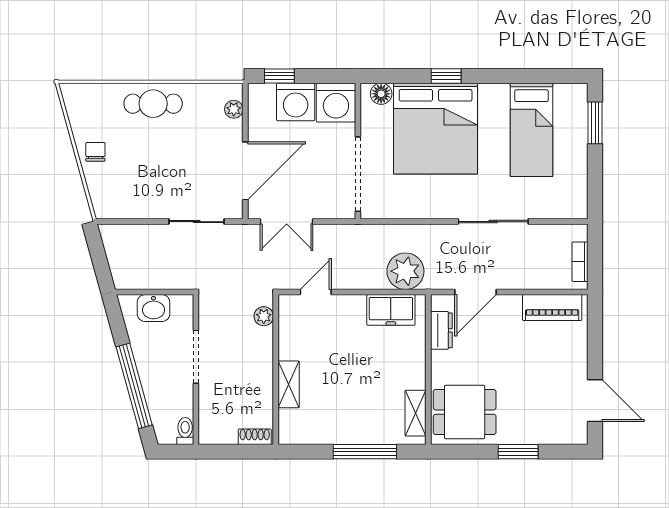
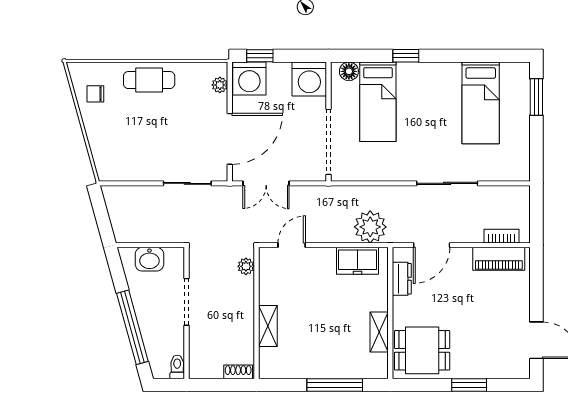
washing machine: (296, 102) -> (249, 79), moved
bed: (436, 129) -> (378, 102), width x0.49
chair: (95, 152) -> (95, 94), moved, turned -90
bookcase: (580, 262) -> (502, 236), moved, turned 90
shelving: (416, 413) -> (379, 332), moved

